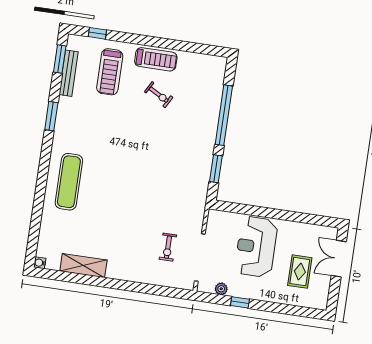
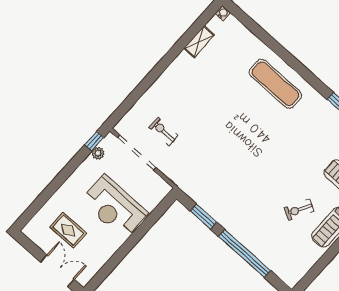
reception desk: (256, 247) -> (114, 207), turned 180
shelving: (83, 266) -> (199, 42), width x0.67, depth x0.75
window: (240, 302) -> (94, 141), moved

